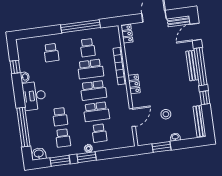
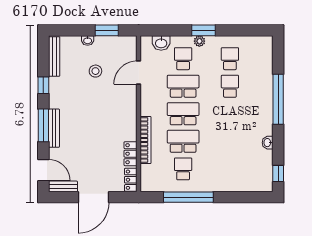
door: (196, 32) -> (43, 170), hinge flipped
school desk: (51, 53) -> (230, 169), removed
window: (15, 67) -> (278, 173), moved
window: (201, 67) -> (43, 125), width x0.68
locker: (134, 84) -> (131, 154), moved
desk: (34, 96) -> (259, 117), removed
window: (23, 127) -> (278, 99), moved
washbasin: (39, 154) -> (161, 43), moved
window: (60, 161) -> (238, 30), removed

